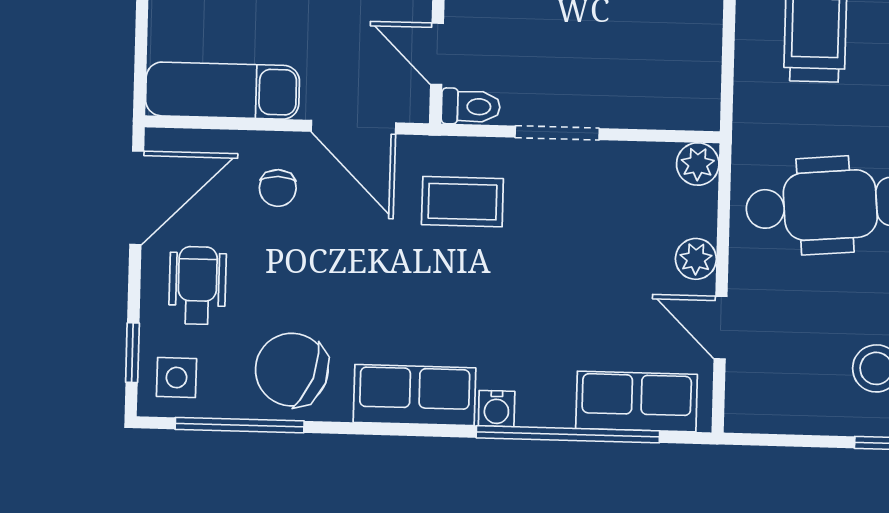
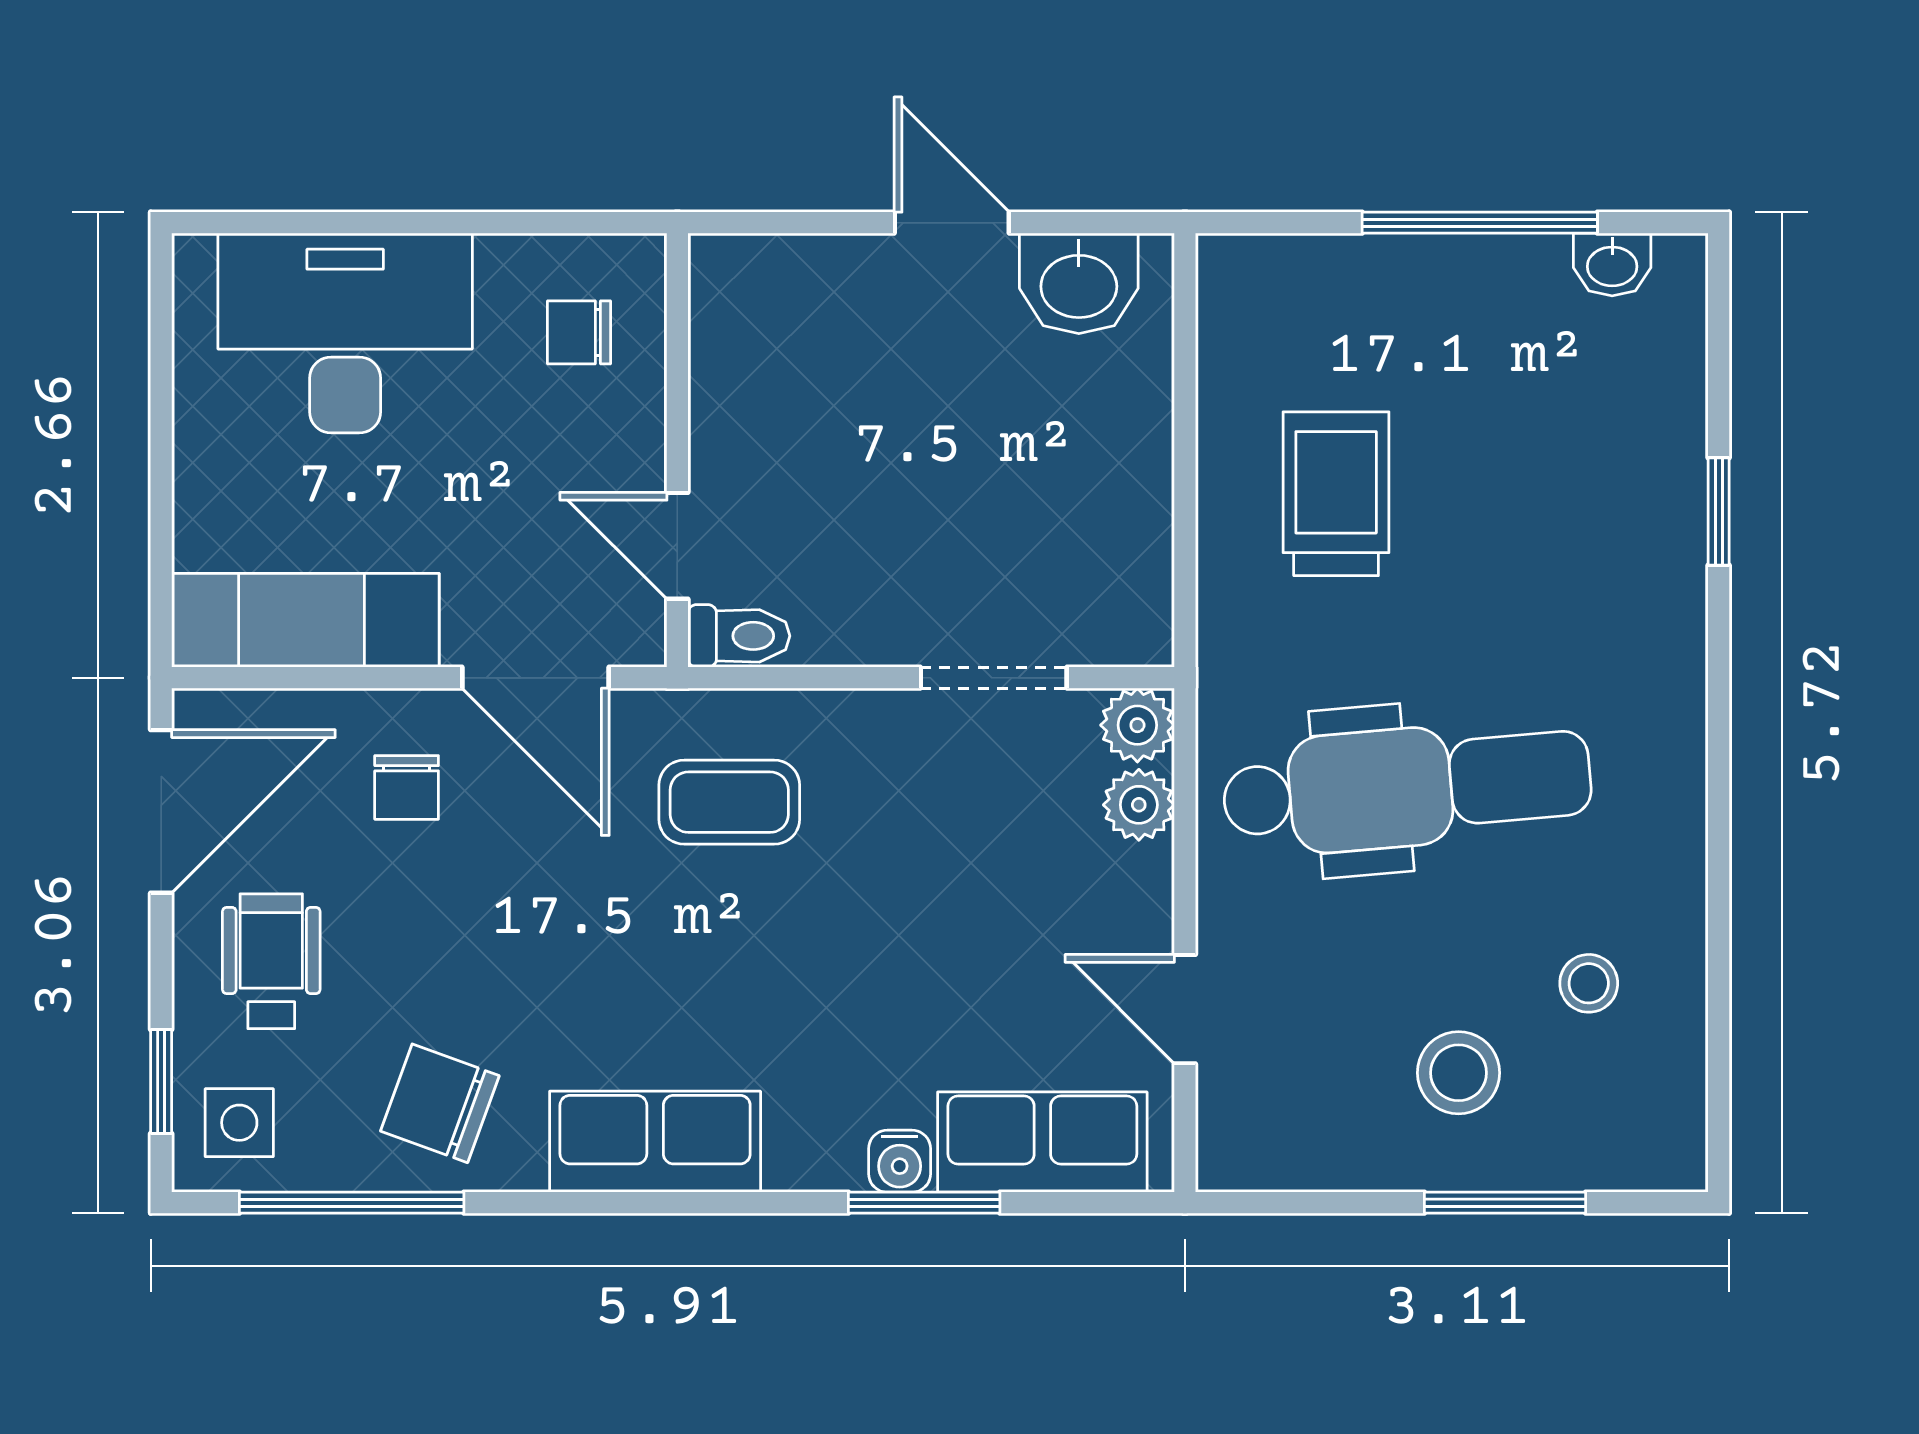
doorway: (557, 133) -> (994, 678), moved
plant: (696, 259) -> (1139, 805), moved
chair: (292, 370) -> (440, 1103), width x0.73, depth x0.73
water cooler: (497, 409) -> (900, 1161), moved
window: (568, 434) -> (924, 1203), width x0.47

